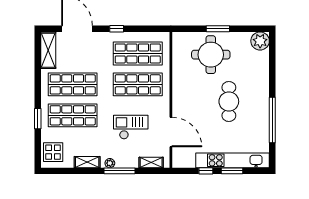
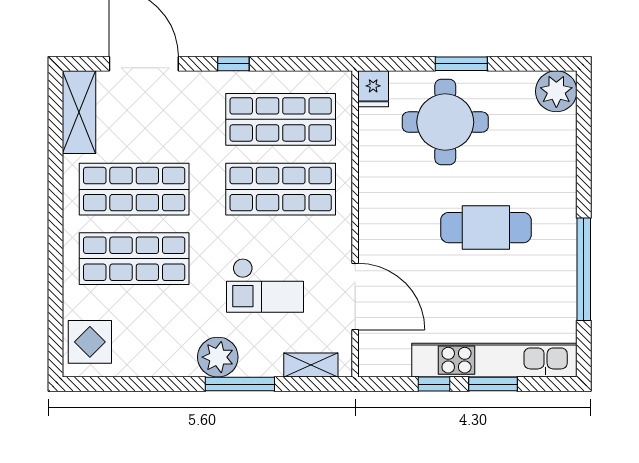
fridge: (179, 40) -> (373, 89), added
cafe table: (229, 101) -> (486, 228), turned 90
window: (38, 119) -> (55, 266), removed
checkout: (131, 127) -> (265, 285), turned 180
shelving: (87, 162) -> (167, 364), removed
plant: (110, 163) -> (218, 357), width x1.88, depth x1.88

